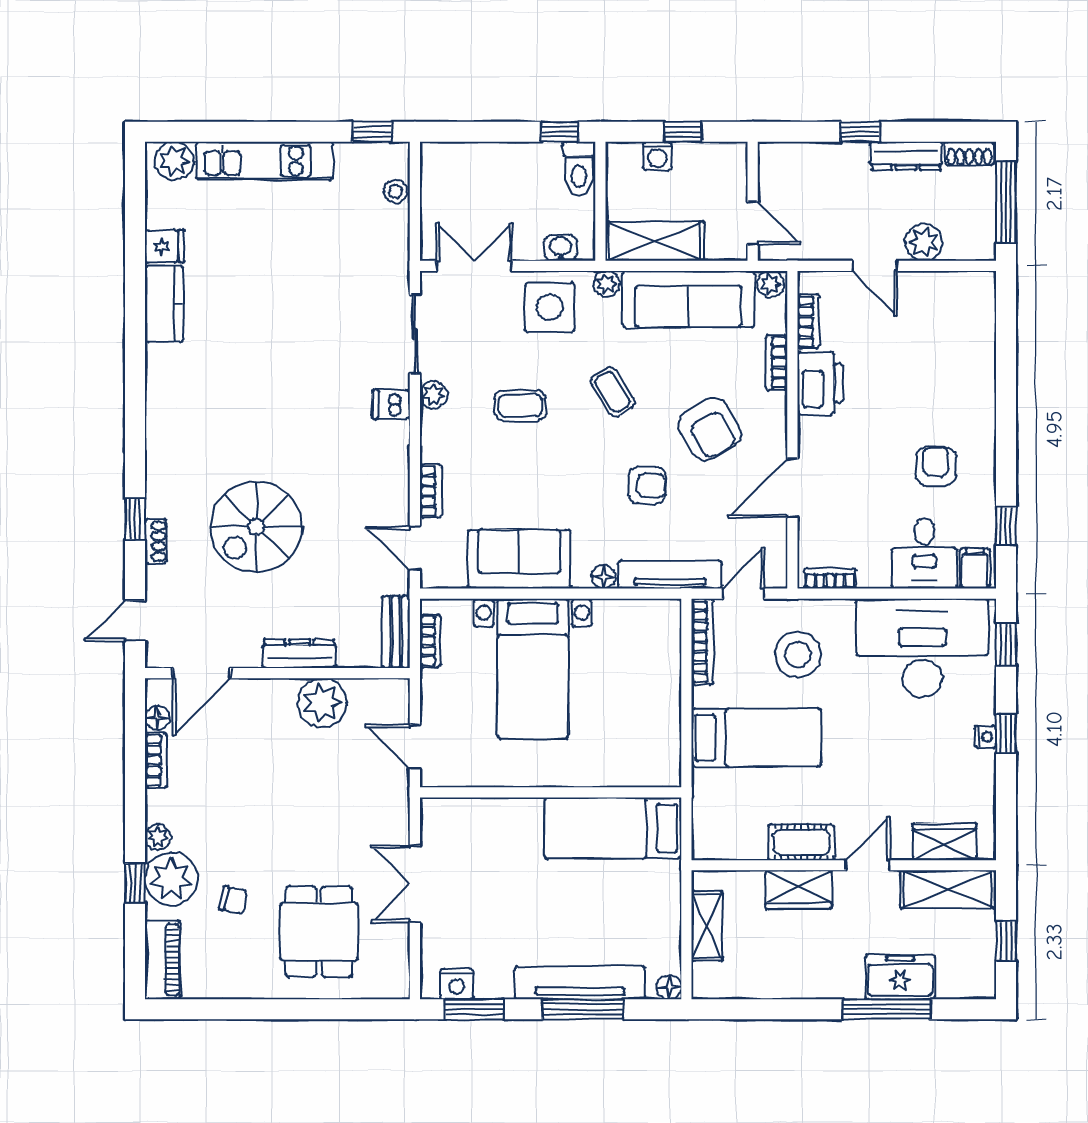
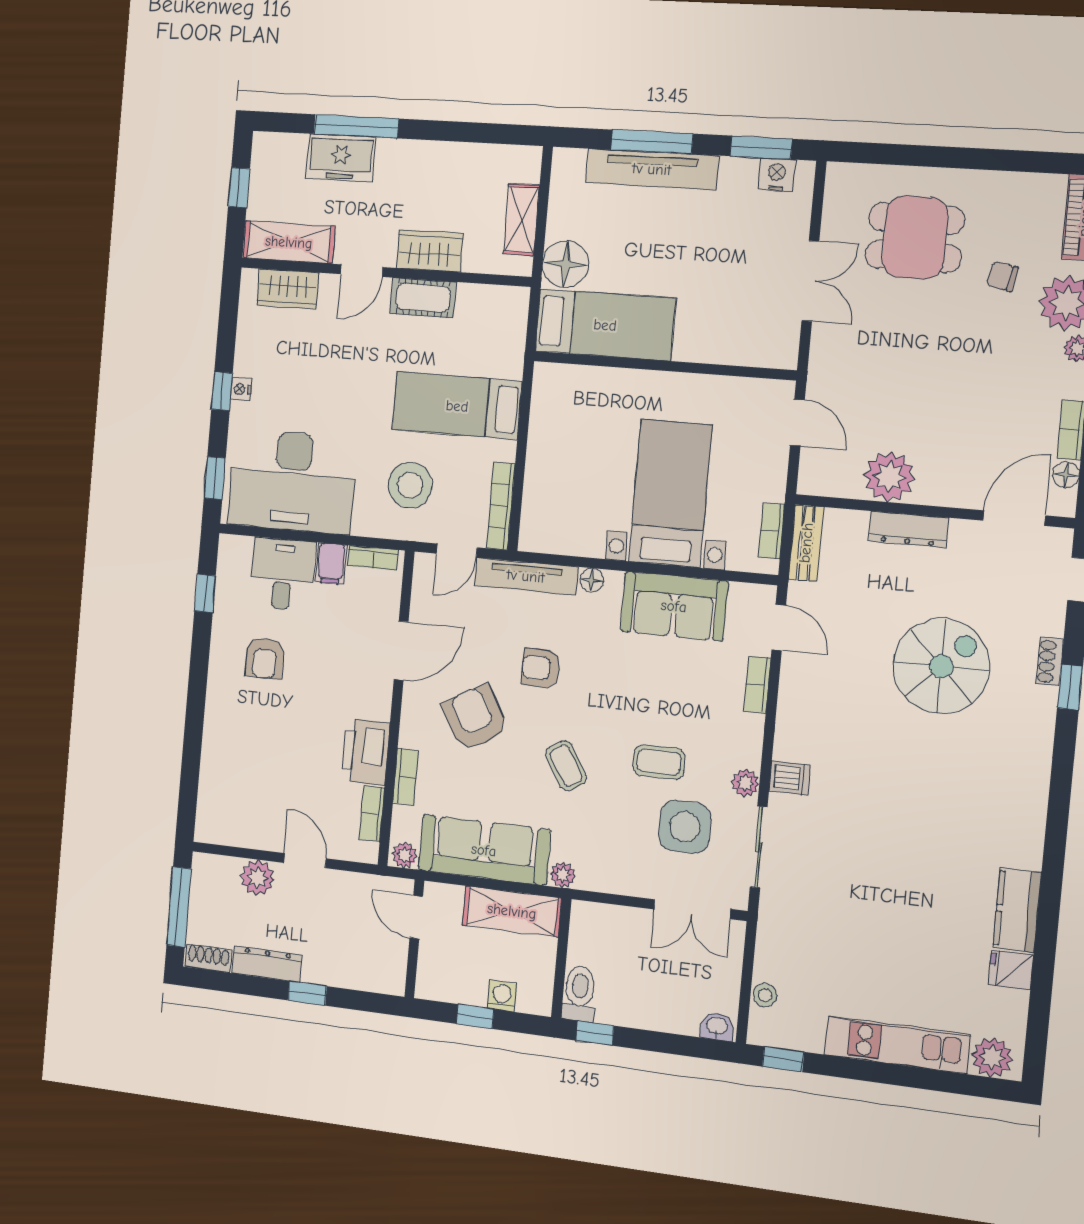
washbasin: (561, 248) -> (717, 1027), moved, turned 180
side table: (550, 307) -> (685, 827), moved
filing cabinet: (975, 569) -> (331, 564), moved
dining table: (319, 932) -> (915, 237), turned 90
floor lamp: (669, 987) -> (565, 264), moved, width x1.89, depth x1.89

